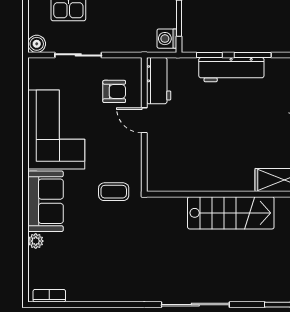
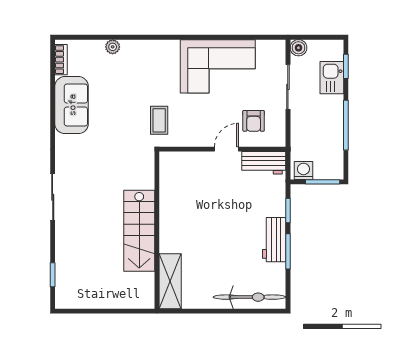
workbench: (231, 70) -> (274, 240), width x0.73
sofa: (46, 201) -> (72, 105), moved, turned -90
sliding door: (195, 305) -> (53, 197), width x0.73

